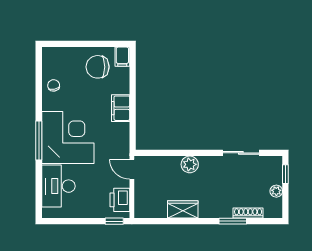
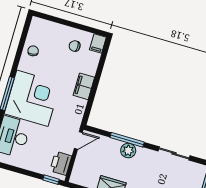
chair: (98, 67) -> (75, 46), width x0.54, depth x0.54
window: (185, 153) -> (127, 140), added
door: (132, 169) -> (78, 140), swing flipped

